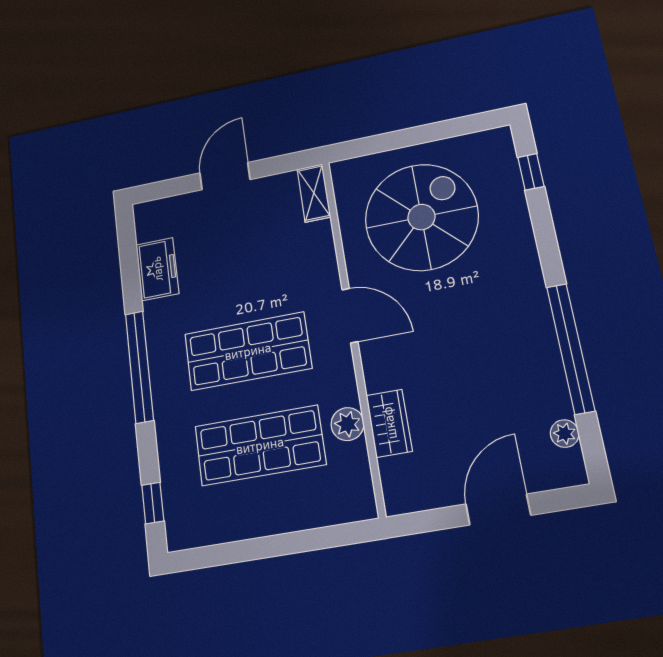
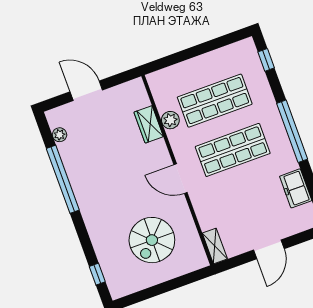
spiral stairs: (421, 217) -> (152, 240), width x0.73, depth x0.73
door: (498, 510) -> (86, 91), swing flipped

